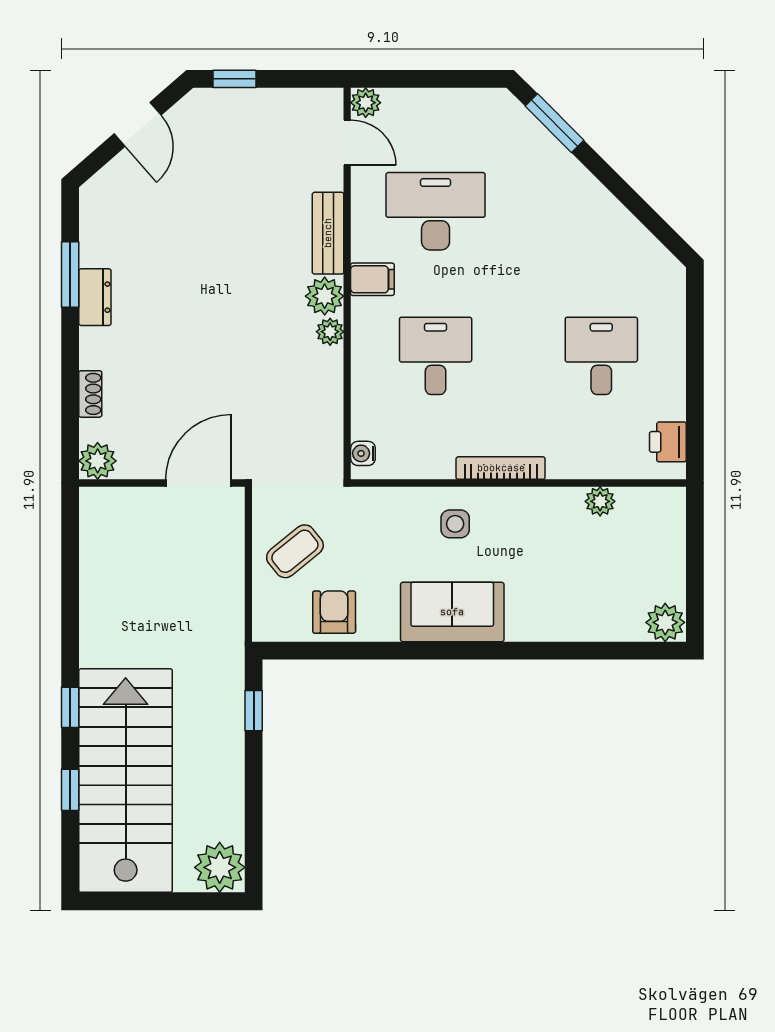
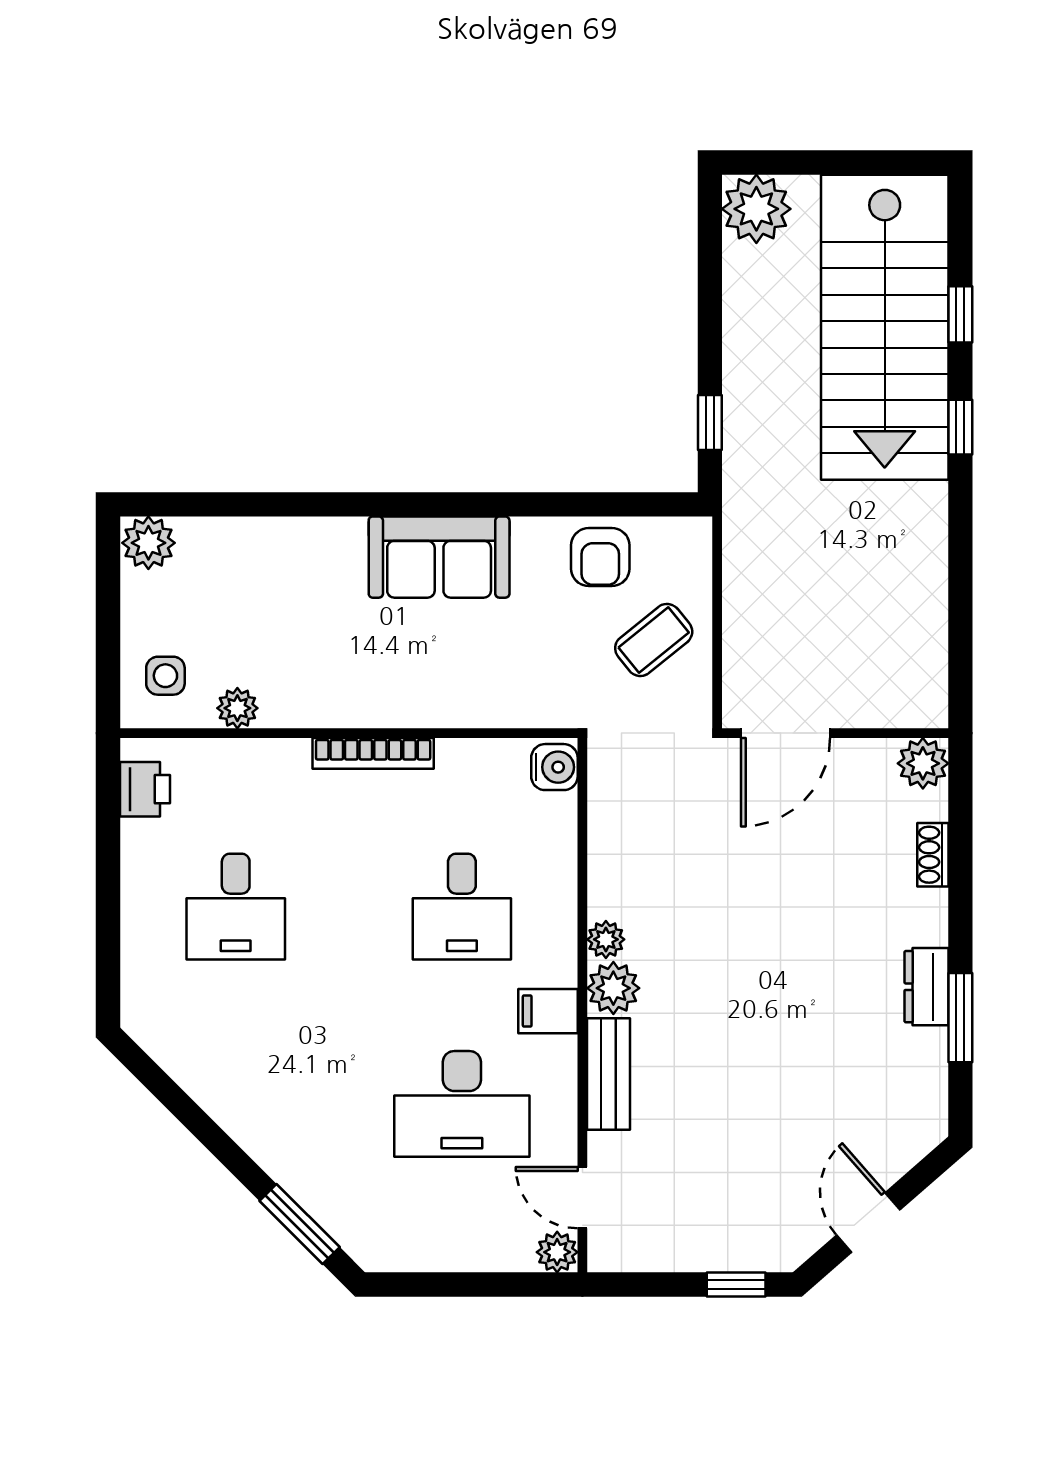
water cooler: (363, 453) -> (554, 767), width x1.38, depth x1.38
side table: (455, 524) -> (165, 676), moved

